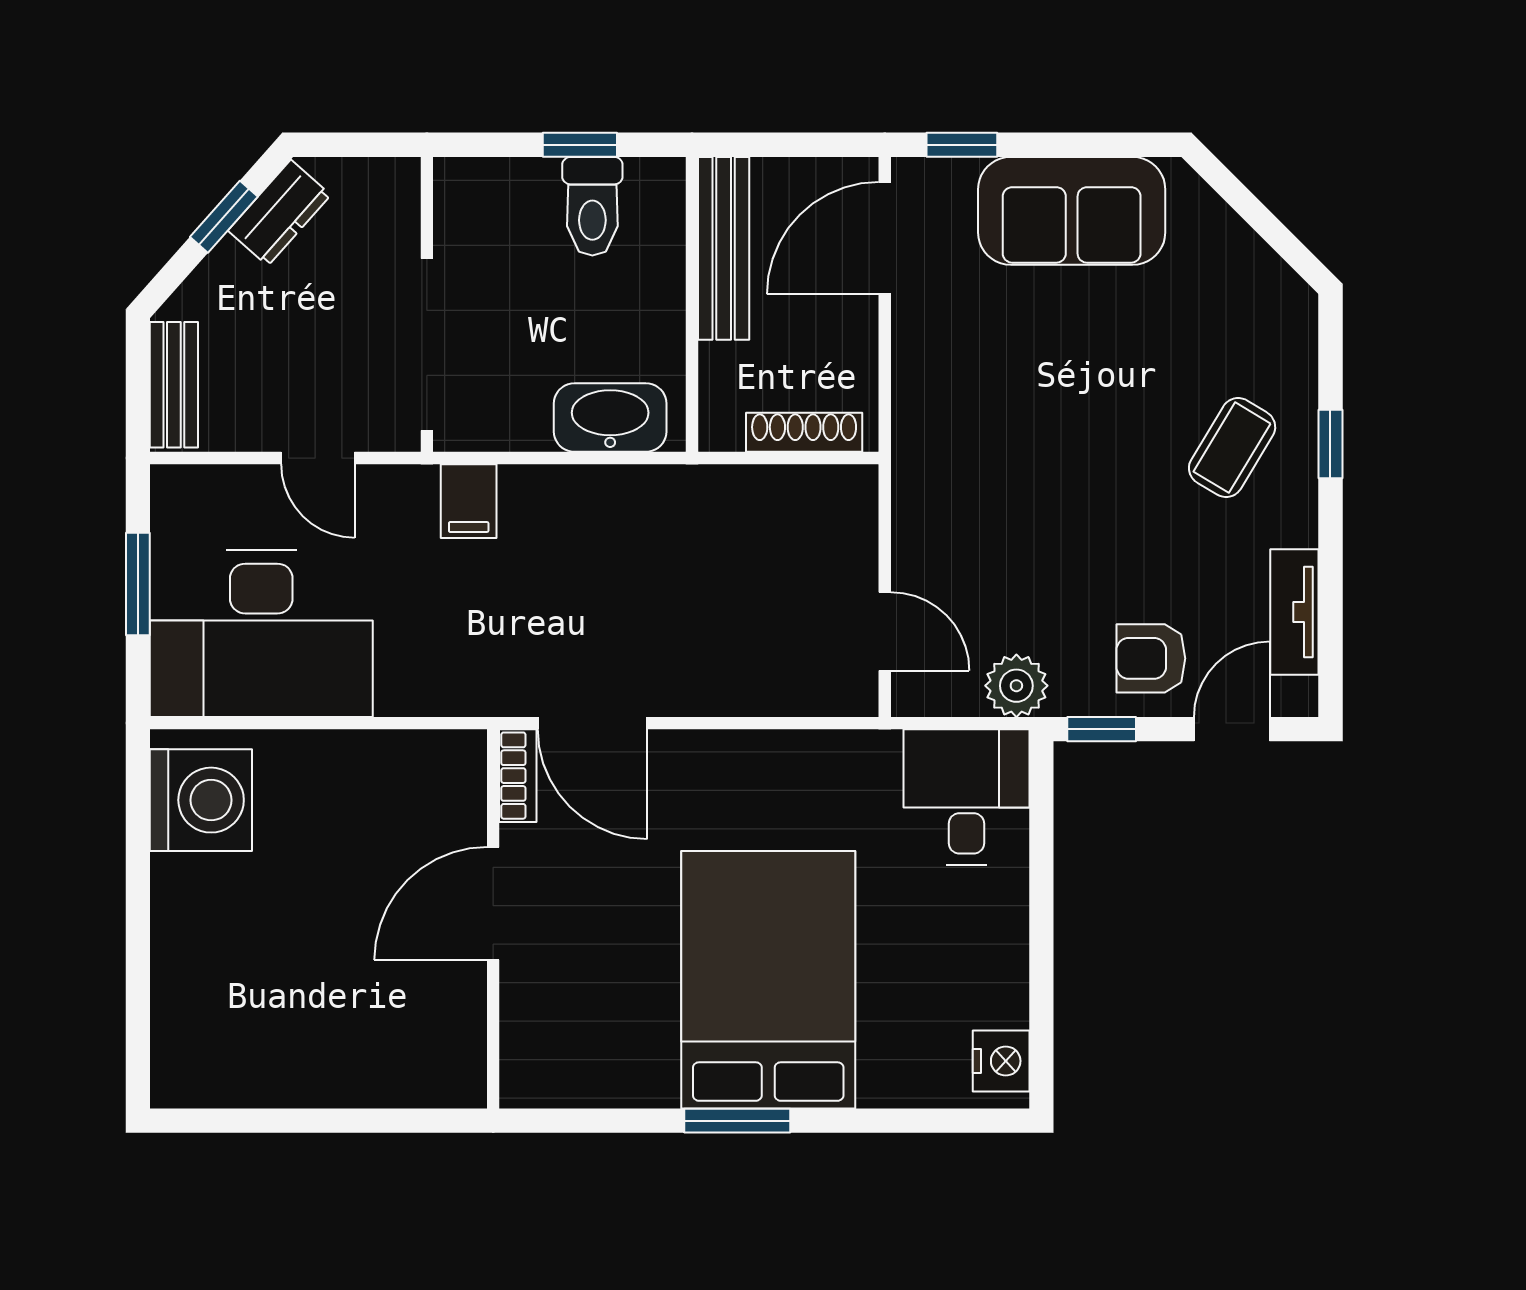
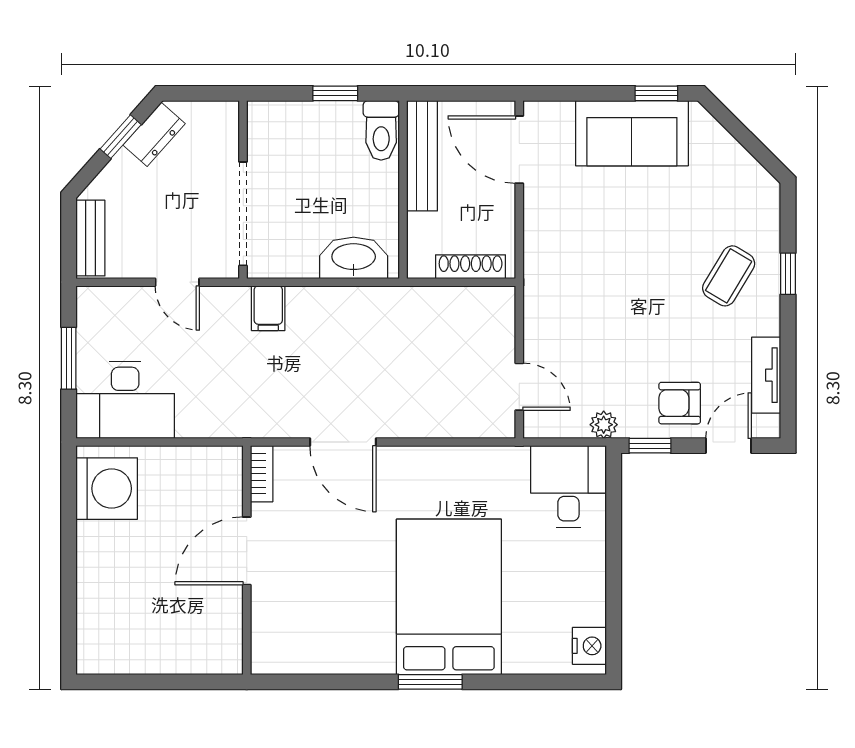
window: (962, 145) -> (656, 93), moved
toilet: (592, 206) -> (381, 130), moved
door: (885, 238) -> (519, 150), hinge flipped
desk: (261, 634) -> (125, 400), width x0.73, depth x0.77
plant: (1016, 686) -> (604, 425), width x0.73, depth x0.73
bookcase: (518, 776) -> (262, 474), moved
door: (493, 904) -> (247, 551), moved
wall: (493, 919) -> (247, 560), moved

